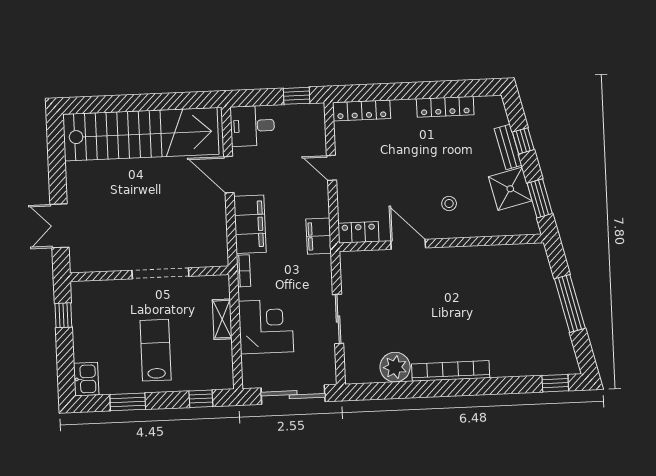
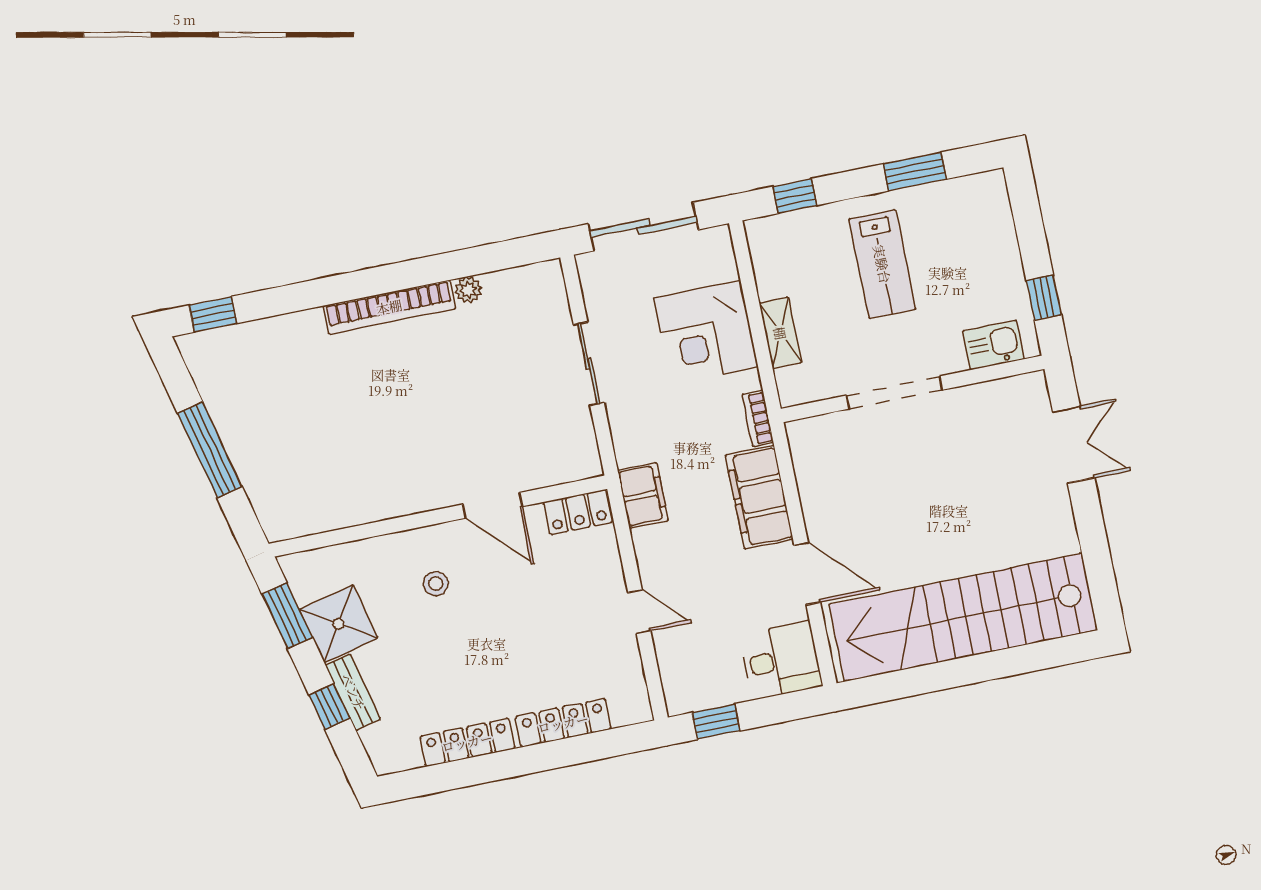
locker: (362, 110) -> (563, 723), moved
plant: (395, 367) -> (468, 290), width x0.53, depth x0.53
kitchen sink: (86, 379) -> (993, 345), moved, turned 90

